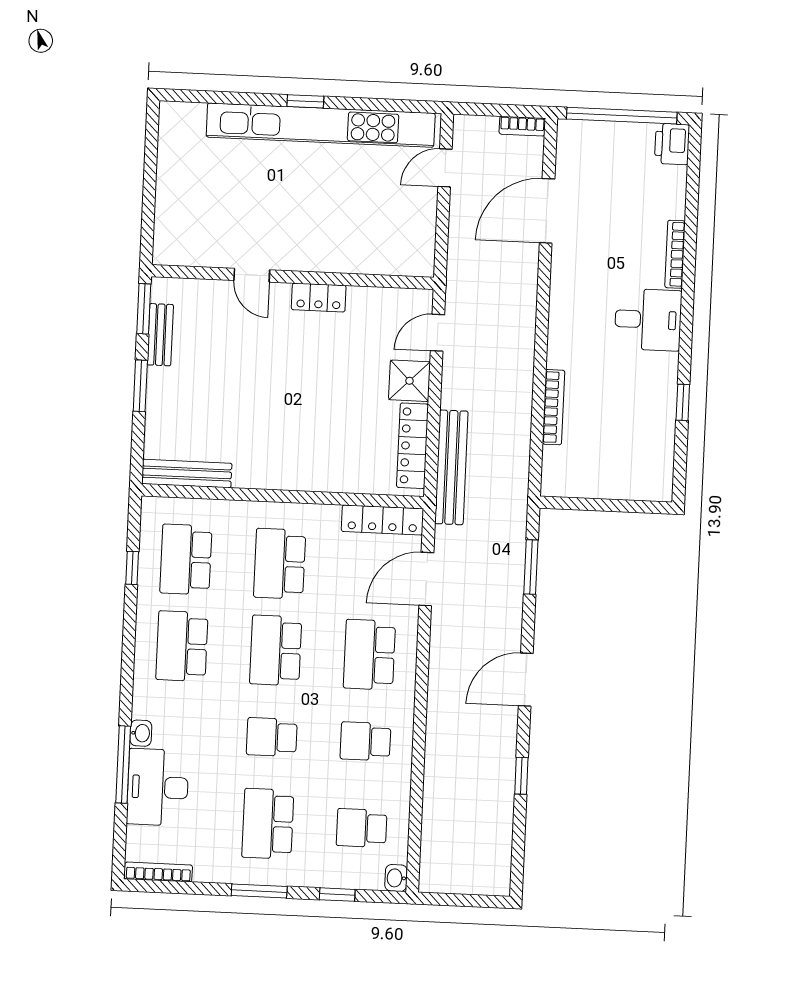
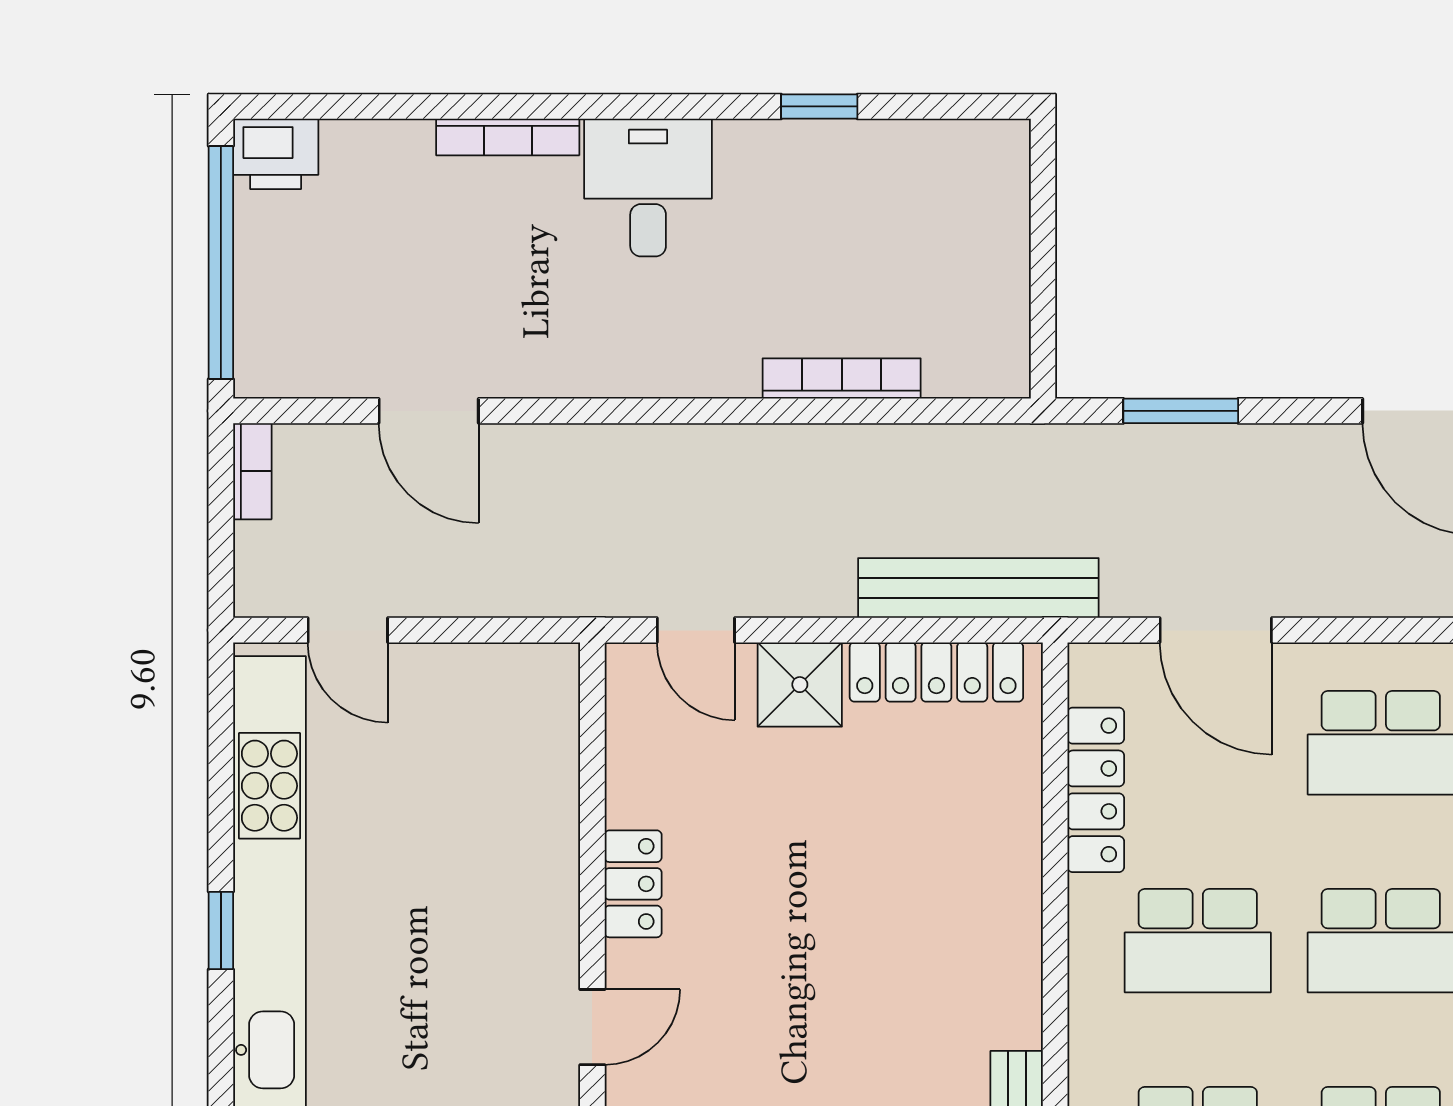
door: (547, 211) -> (429, 411), width x0.73
locker: (383, 520) -> (1096, 790), moved

